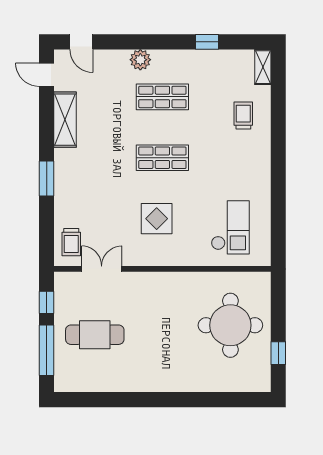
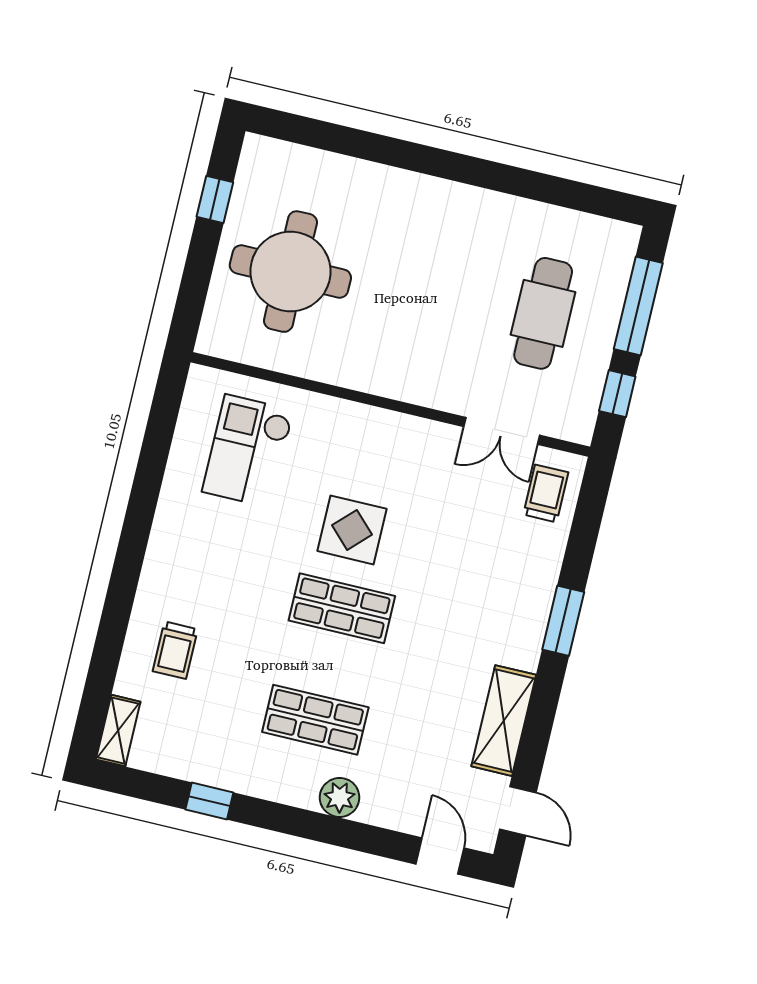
display table: (157, 219) -> (352, 530), moved
cafe table: (95, 335) -> (543, 313), turned 90

